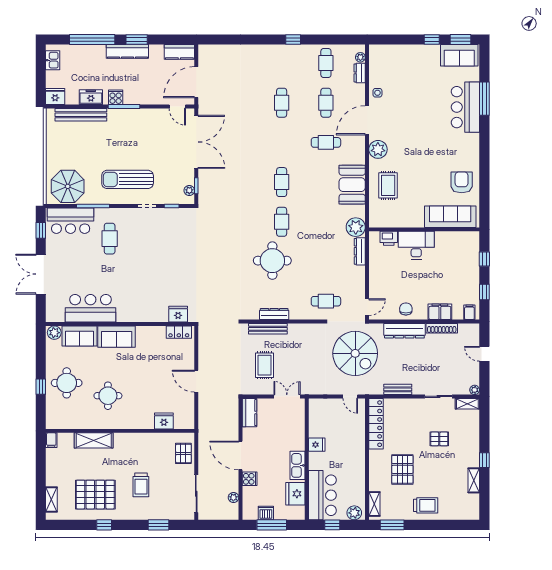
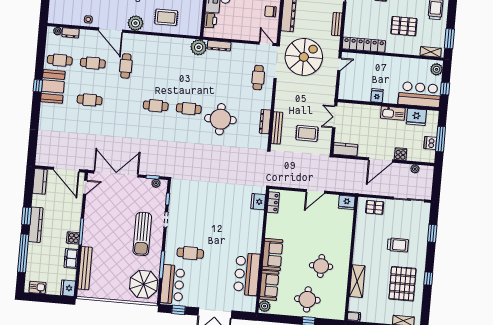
booth: (352, 185) -> (53, 86), moved, turned 90
fridge: (164, 421) -> (347, 202), moved, turned -90

